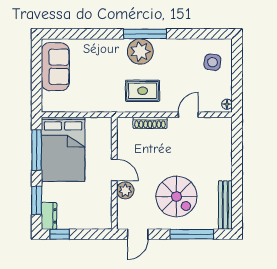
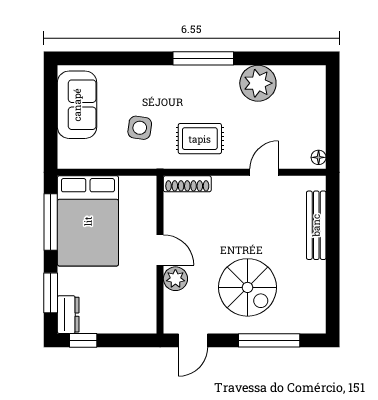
plant: (140, 51) -> (258, 83), moved
side table: (212, 62) -> (140, 128), moved
shoe rack: (150, 123) -> (187, 184), moved
bench: (225, 205) -> (316, 225), moved

